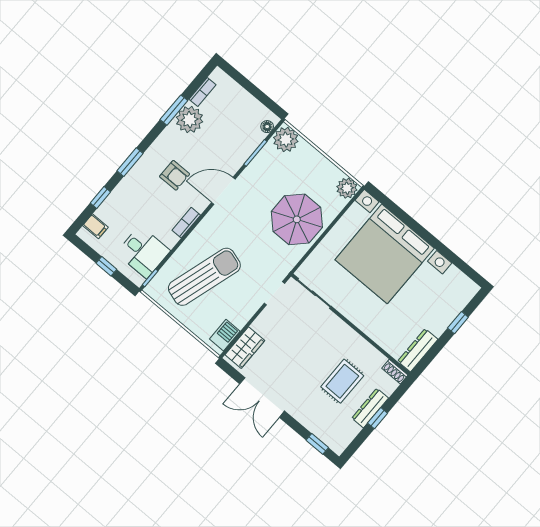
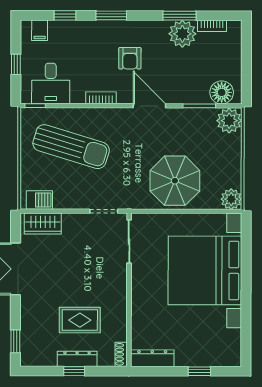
floor lamp: (267, 127) -> (222, 92), width x1.89, depth x1.89

